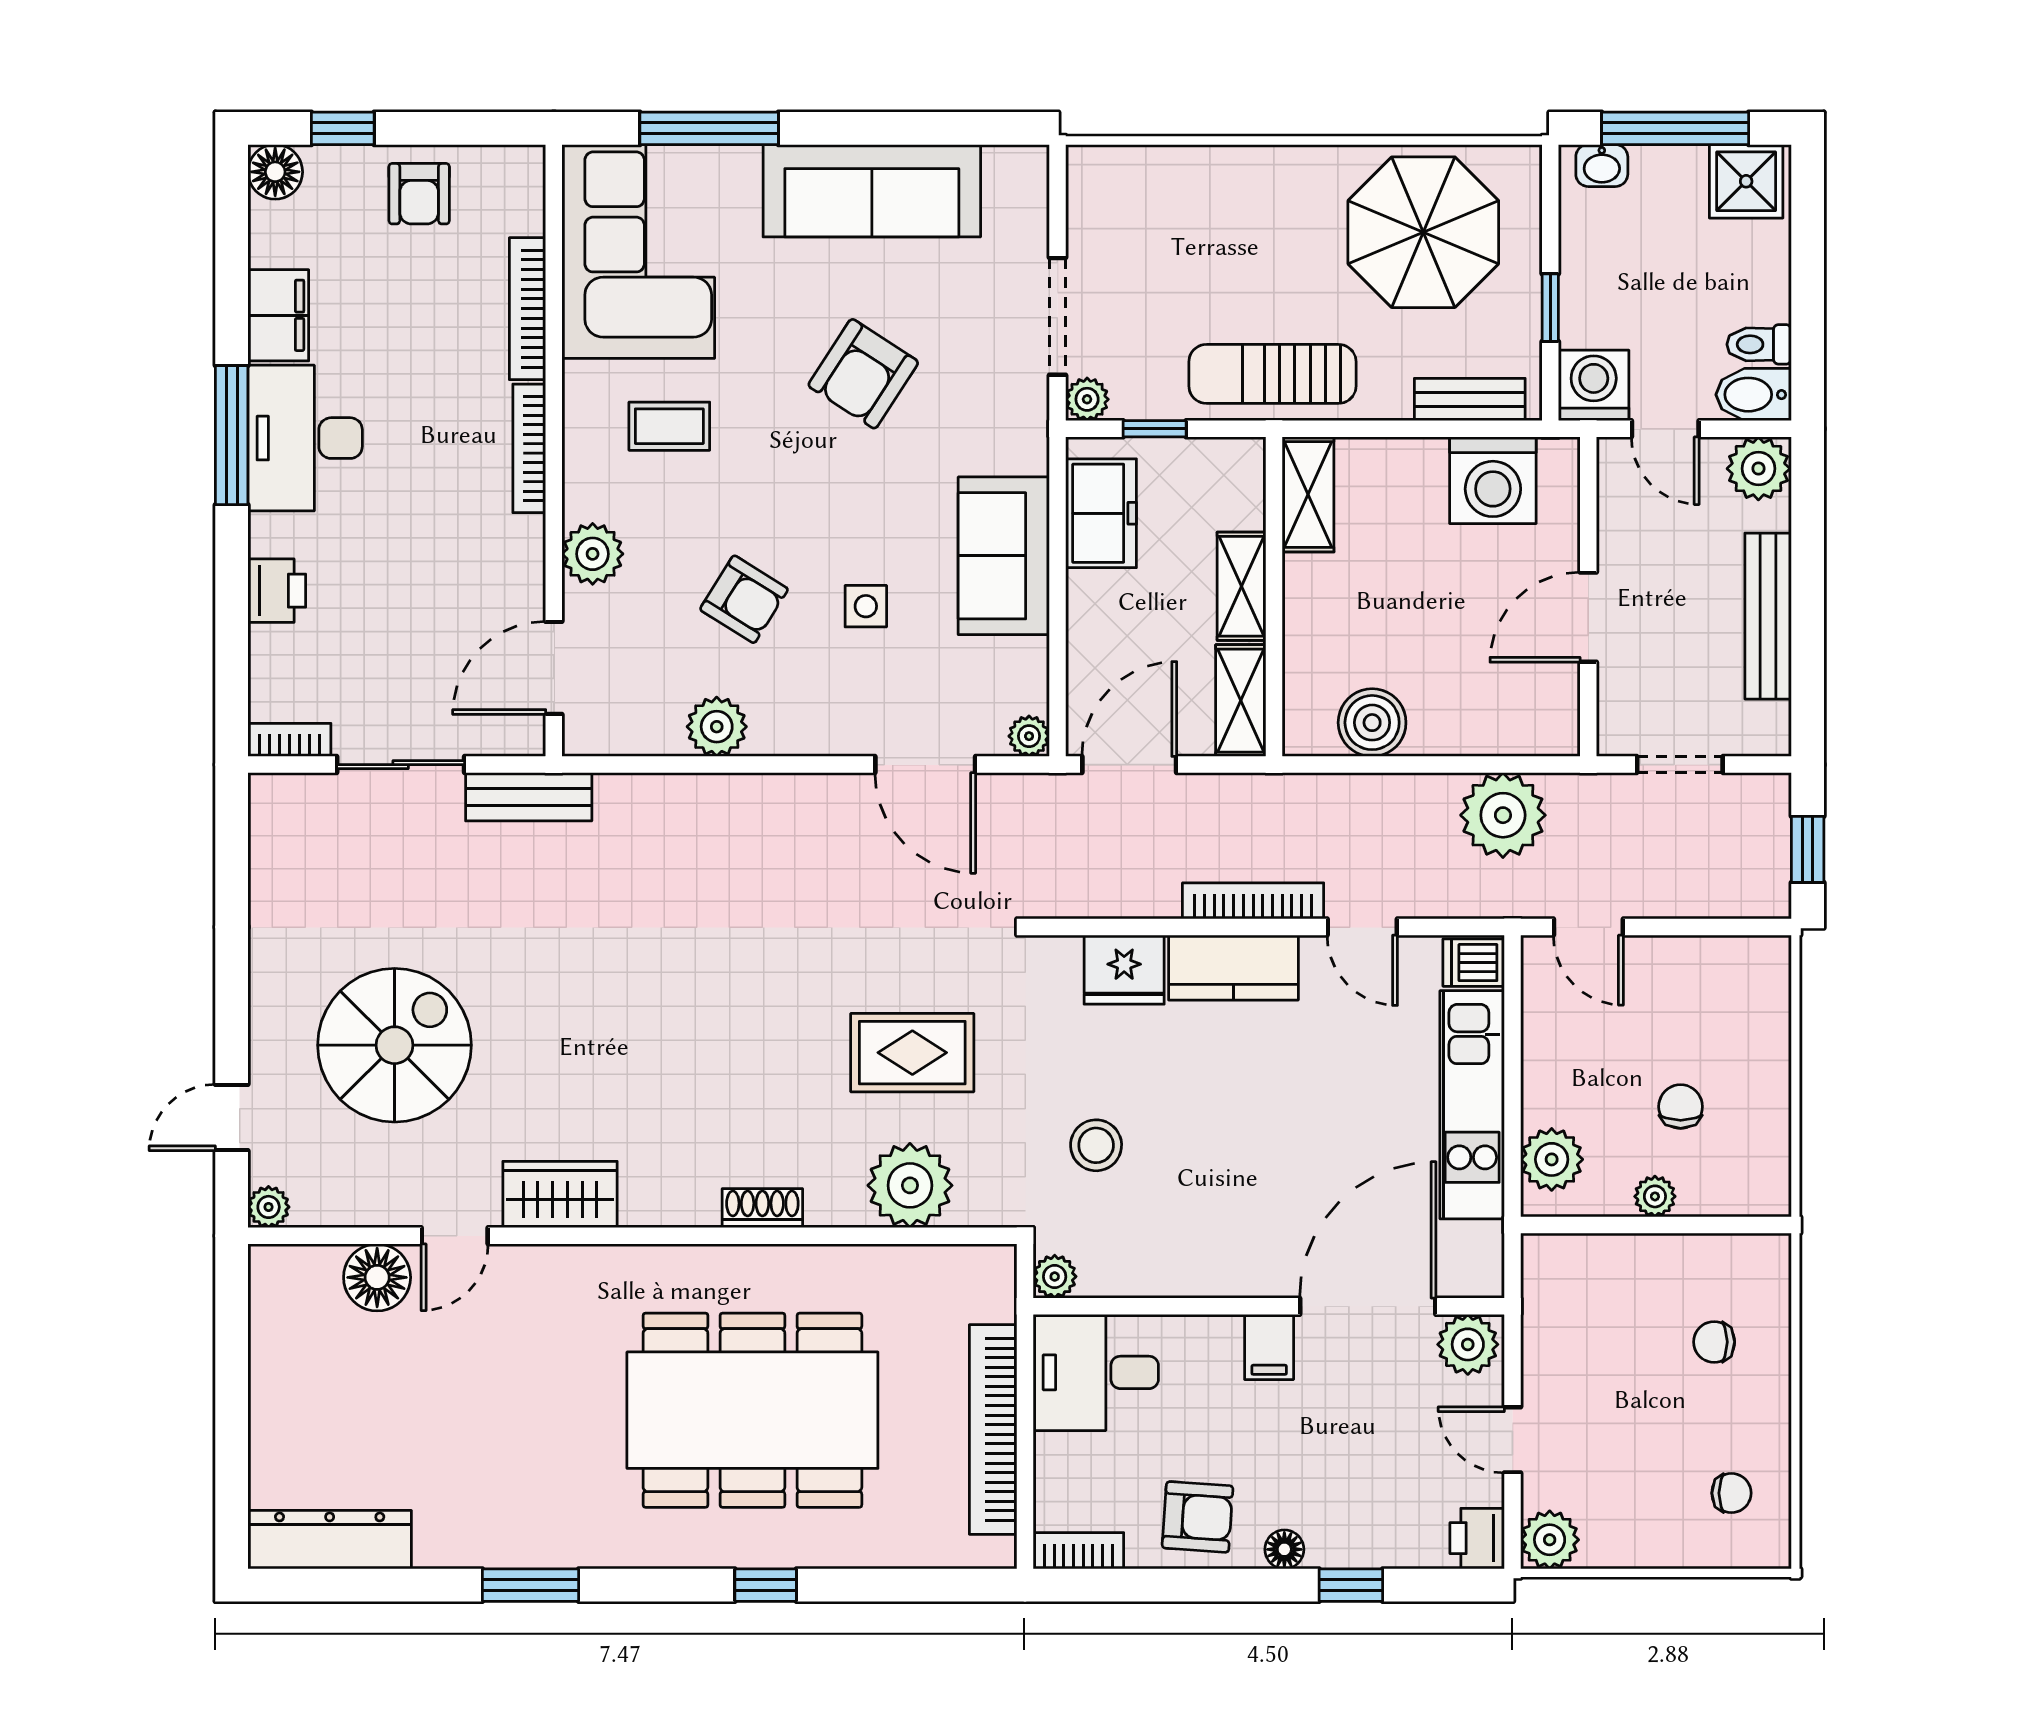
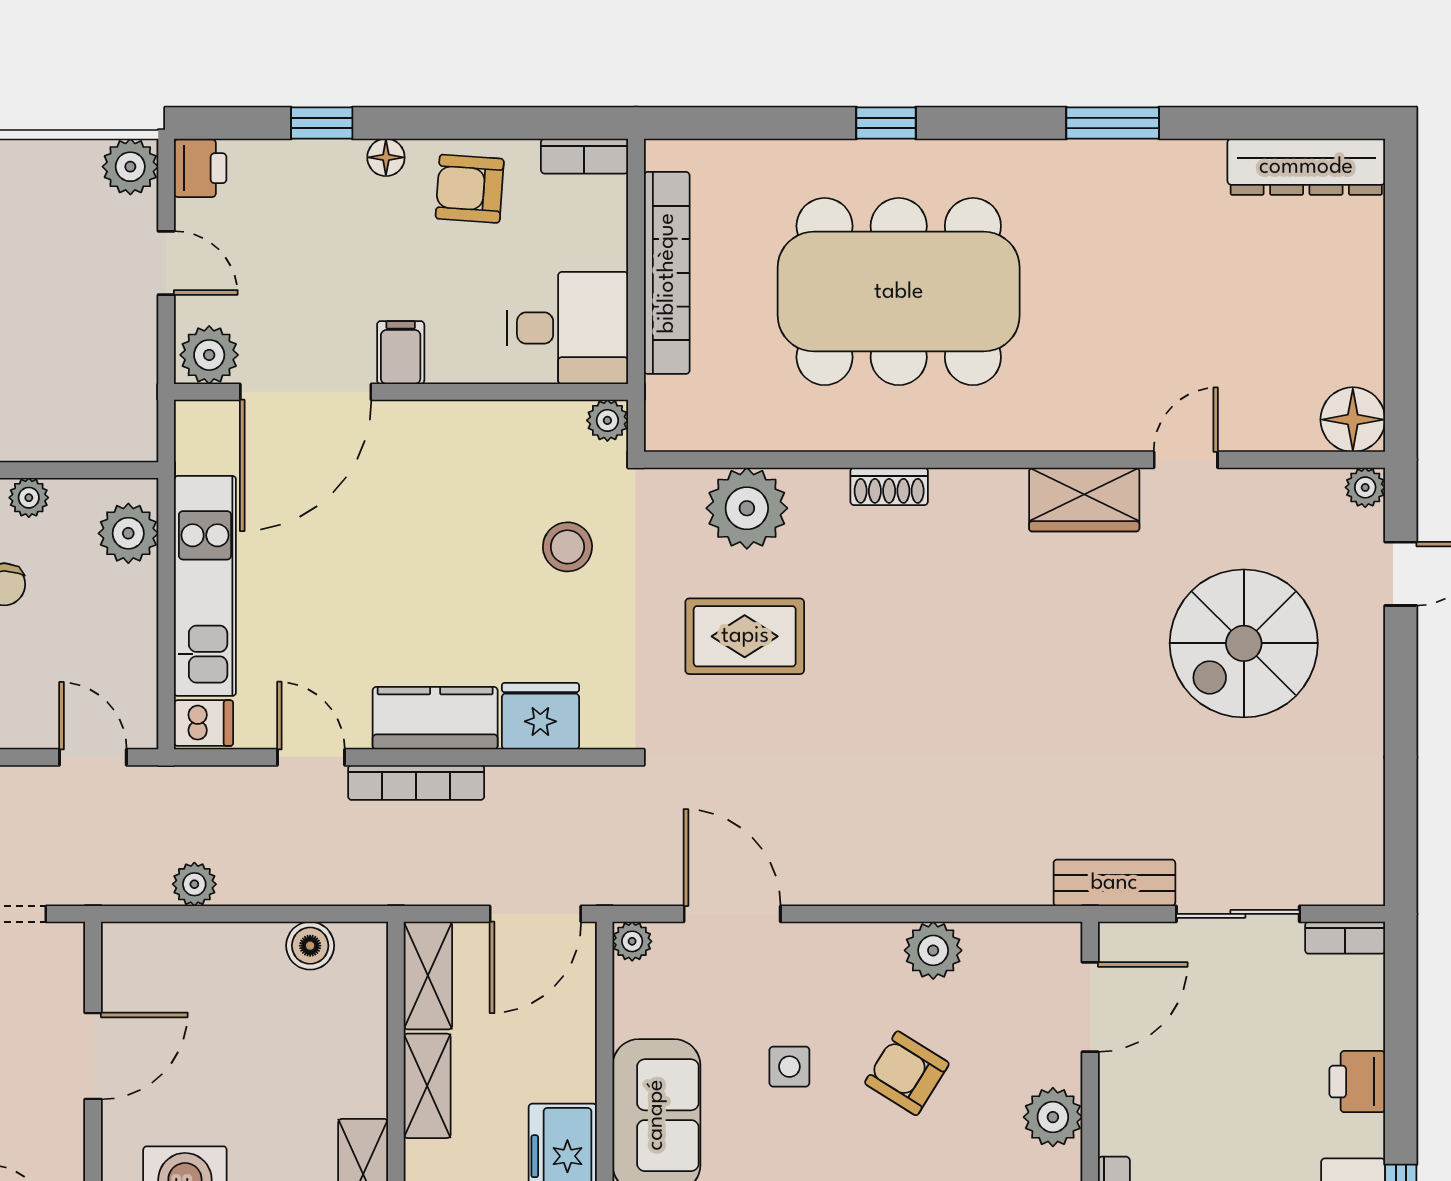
boiler: (1372, 723) -> (310, 946), width x0.73, depth x0.73
plant: (1503, 815) -> (194, 884), width x0.53, depth x0.53
floor lamp: (377, 1277) -> (1353, 420), moved

